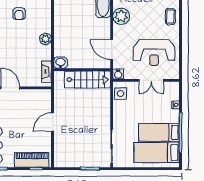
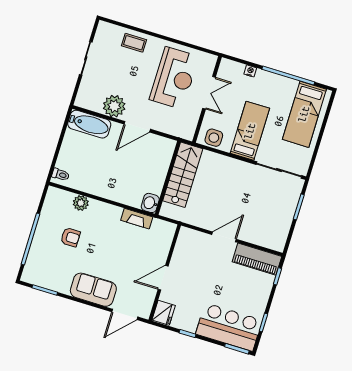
plant: (45, 39) -> (81, 203), moved
door: (112, 50) -> (137, 127), moved
fireplace: (47, 72) -> (137, 219), moved
water cooler: (118, 74) -> (188, 133), removed
door: (53, 122) -> (224, 237), swing flipped
bed: (159, 132) -> (250, 131), moved, turned 180
piano: (32, 160) -> (257, 259), moved, turned -90

